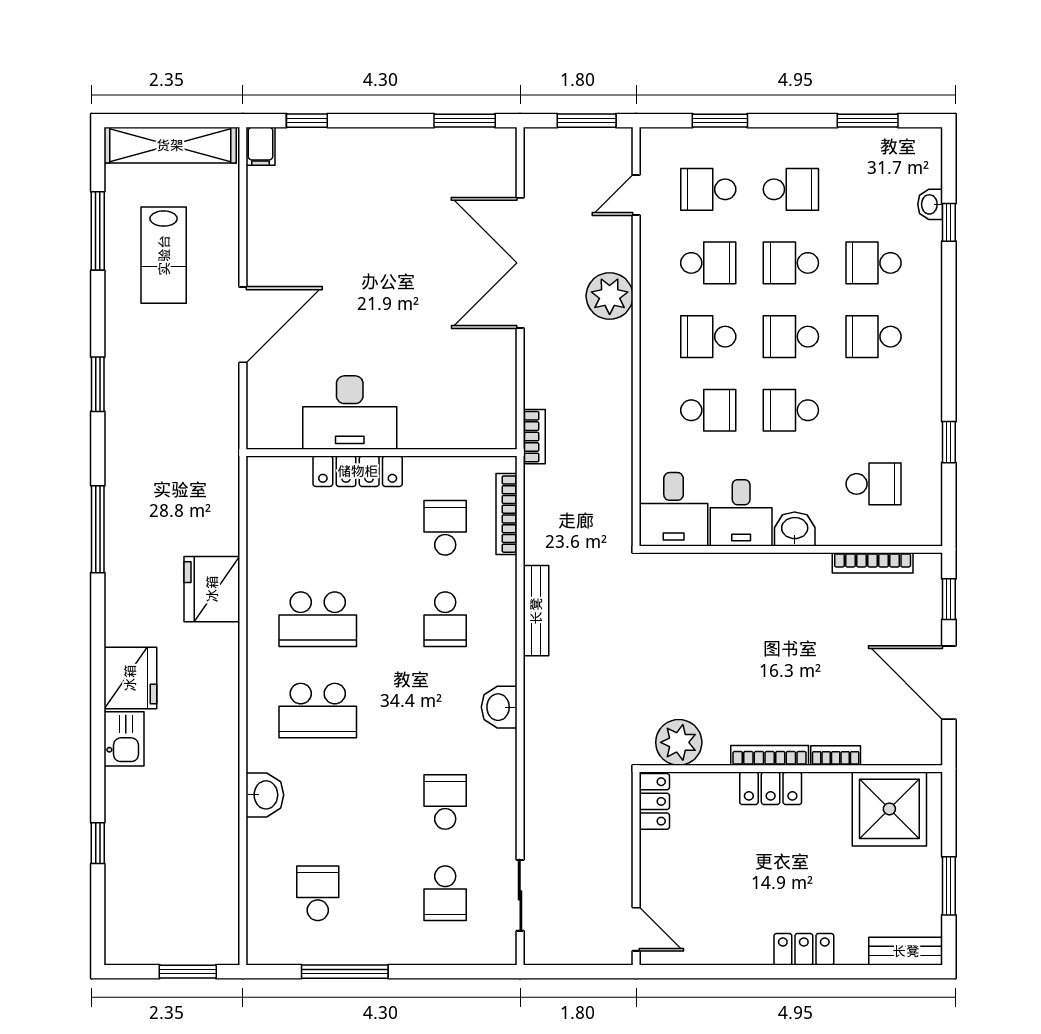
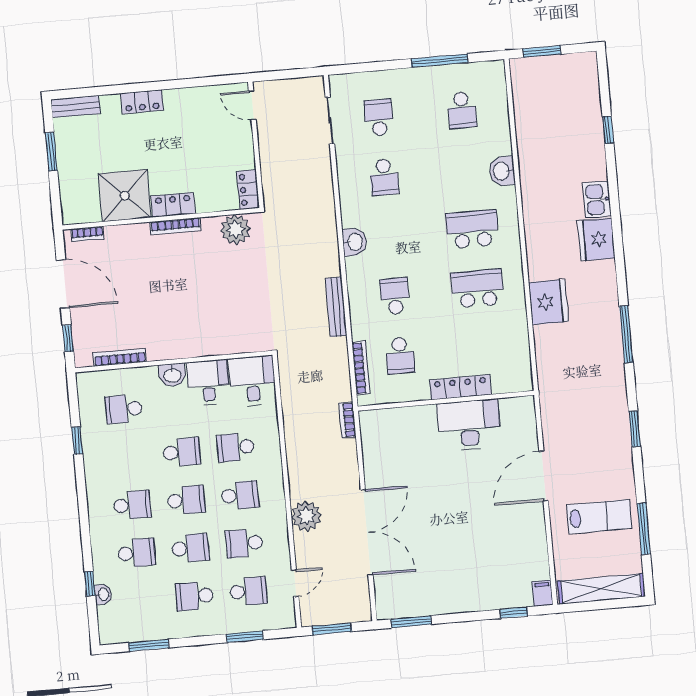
lab bench: (164, 255) -> (599, 517), turned 90
bookcase: (836, 755) -> (87, 234), moved
shower: (889, 809) -> (125, 196), moved

